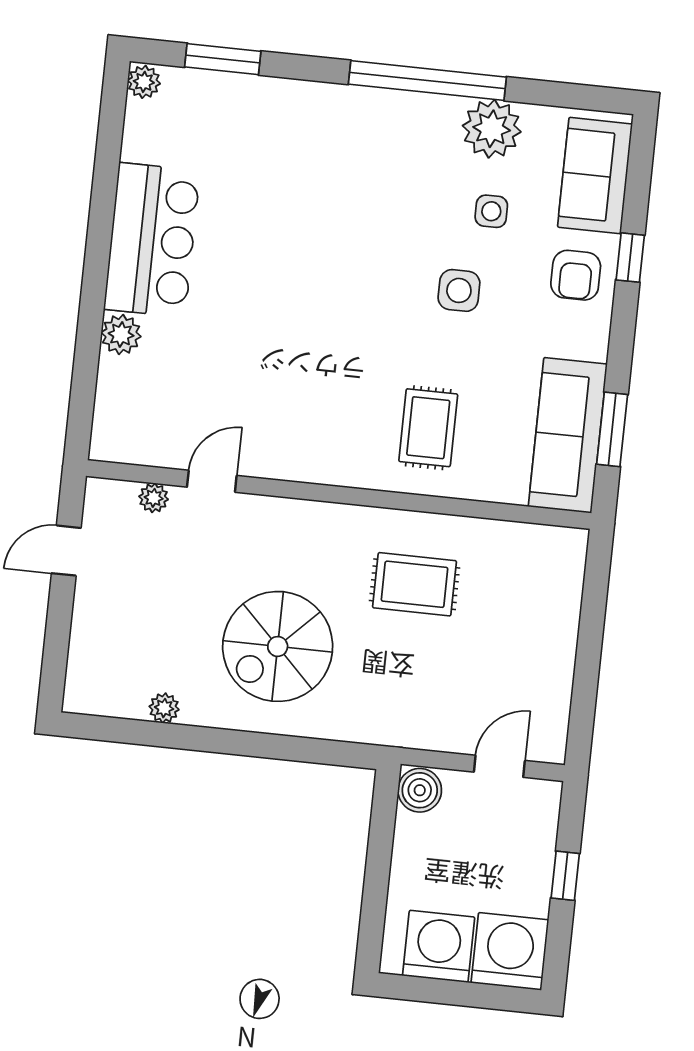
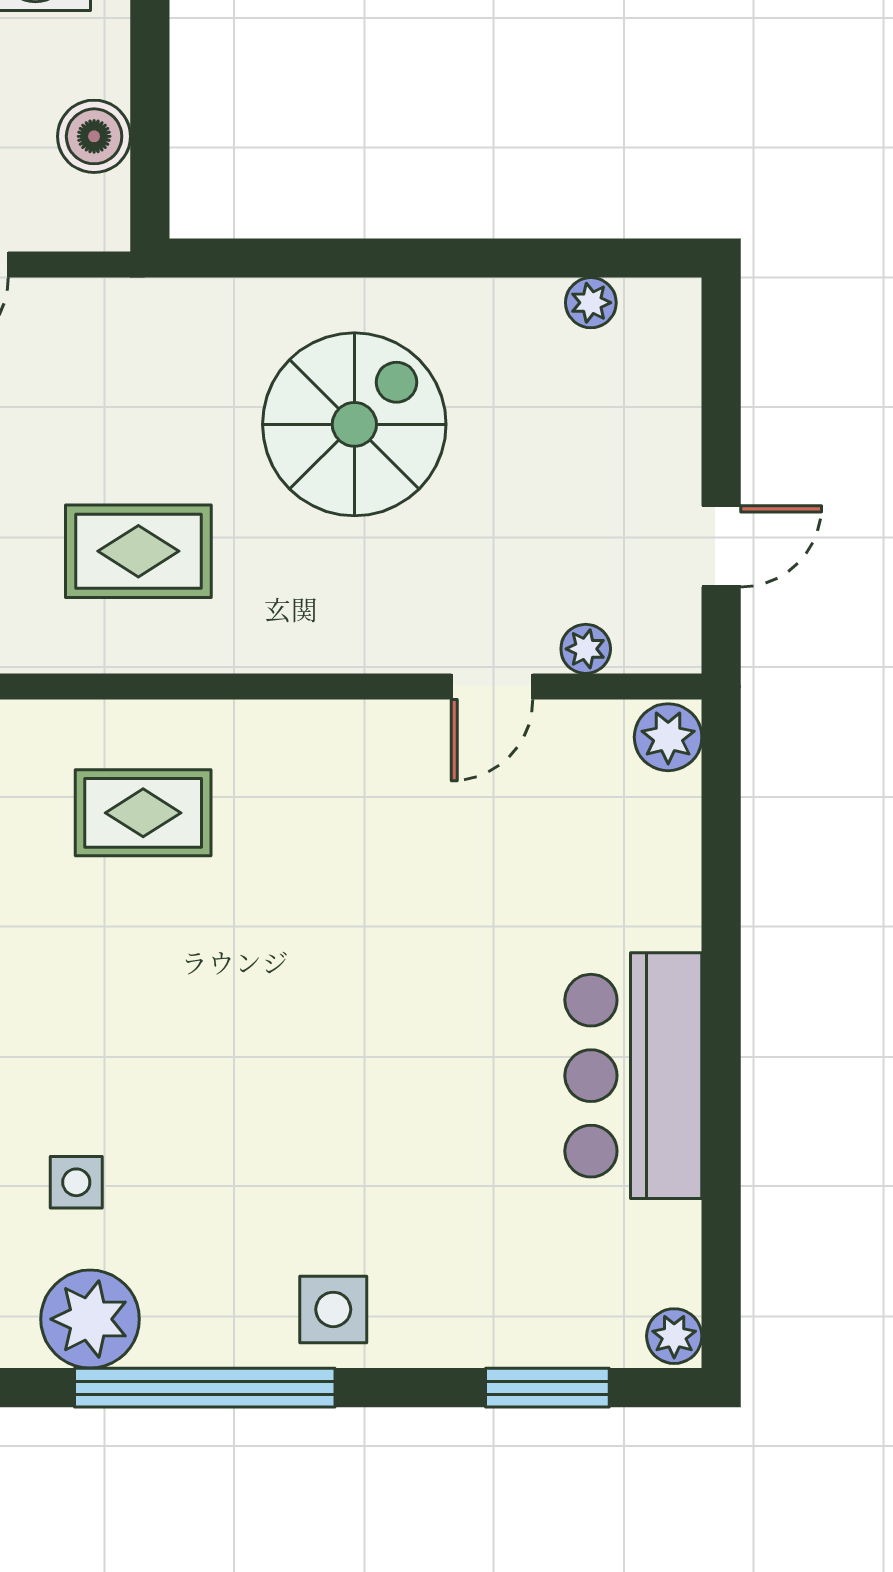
side table: (459, 290) -> (333, 1309), moved
plant: (121, 334) -> (668, 737), moved
rug: (428, 428) -> (143, 813), turned 90
plant: (164, 708) -> (591, 303), moved
boiler: (420, 790) -> (94, 136), moved

